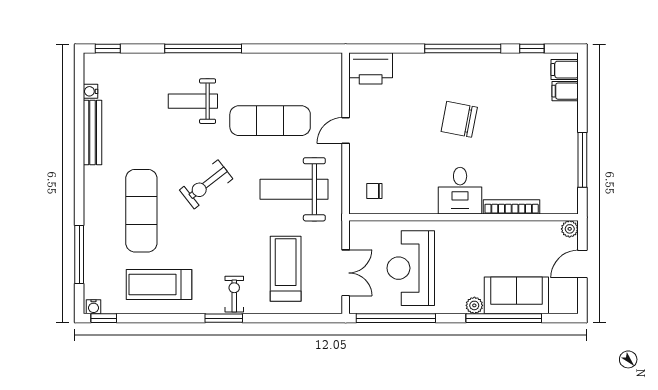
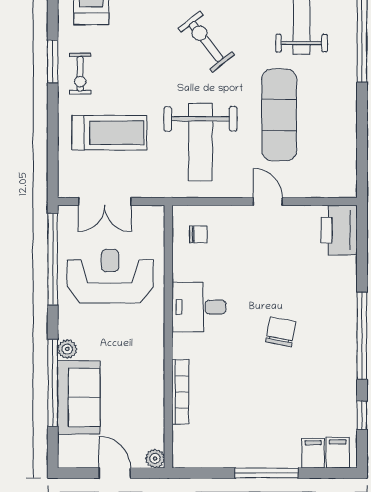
chair: (459, 119) -> (281, 332), width x0.73, depth x0.73
window: (582, 160) -> (267, 473), moved
weight bench: (294, 189) -> (200, 142), turned 180
chair: (374, 191) -> (199, 234), turned 90
desk: (460, 191) -> (199, 307), moved
exercise bike: (234, 294) -> (80, 74), turned 90

